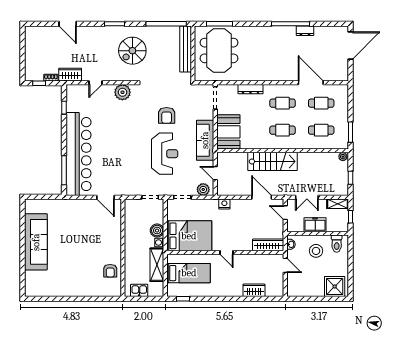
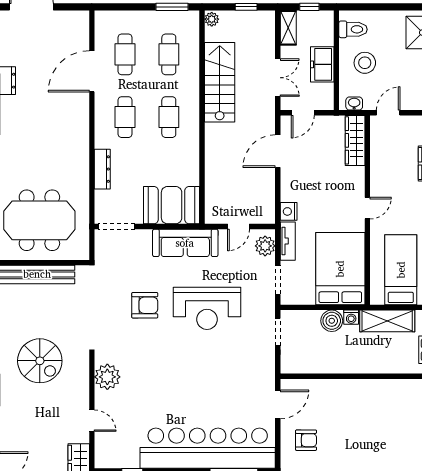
reception desk: (165, 154) -> (207, 308), turned 180
stairs: (272, 161) -> (220, 82), moved
tv unit: (206, 203) -> (288, 241), added
armchair: (110, 271) -> (306, 440), moved

